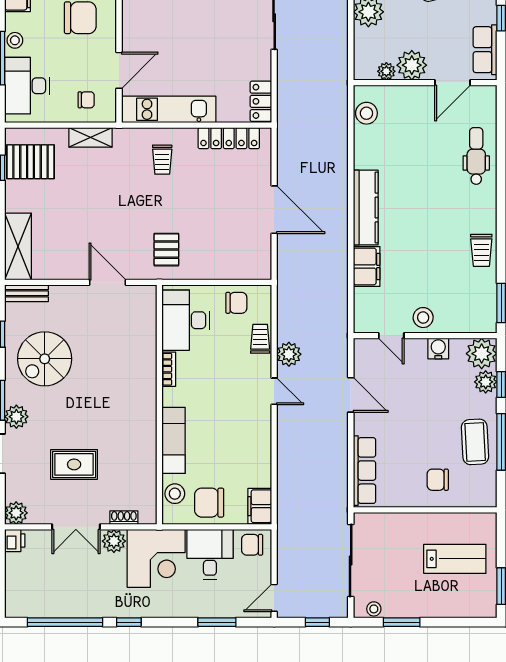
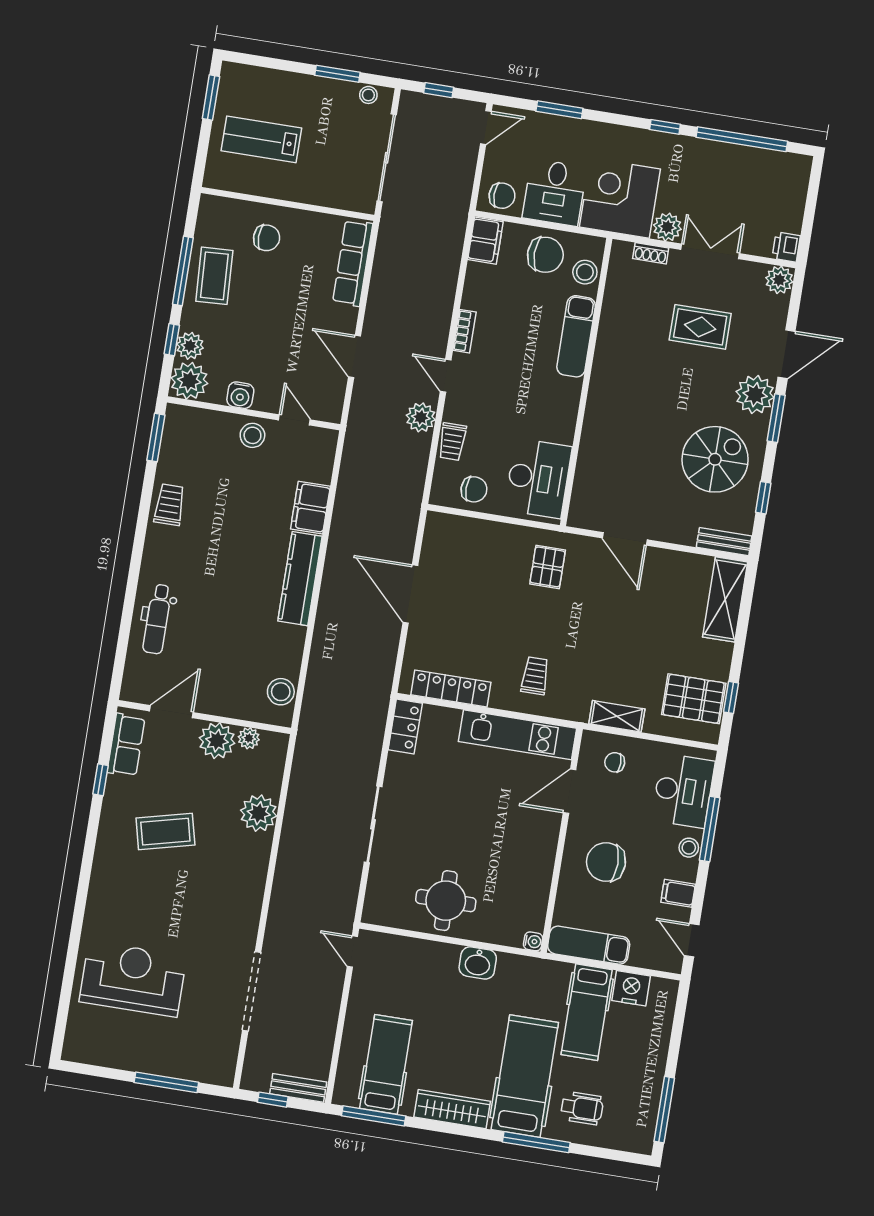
chair: (236, 303) -> (474, 489), turned 180
bookcase: (169, 369) -> (464, 331), moved, turned 180
plant: (16, 417) -> (755, 395), width x1.36, depth x1.36

